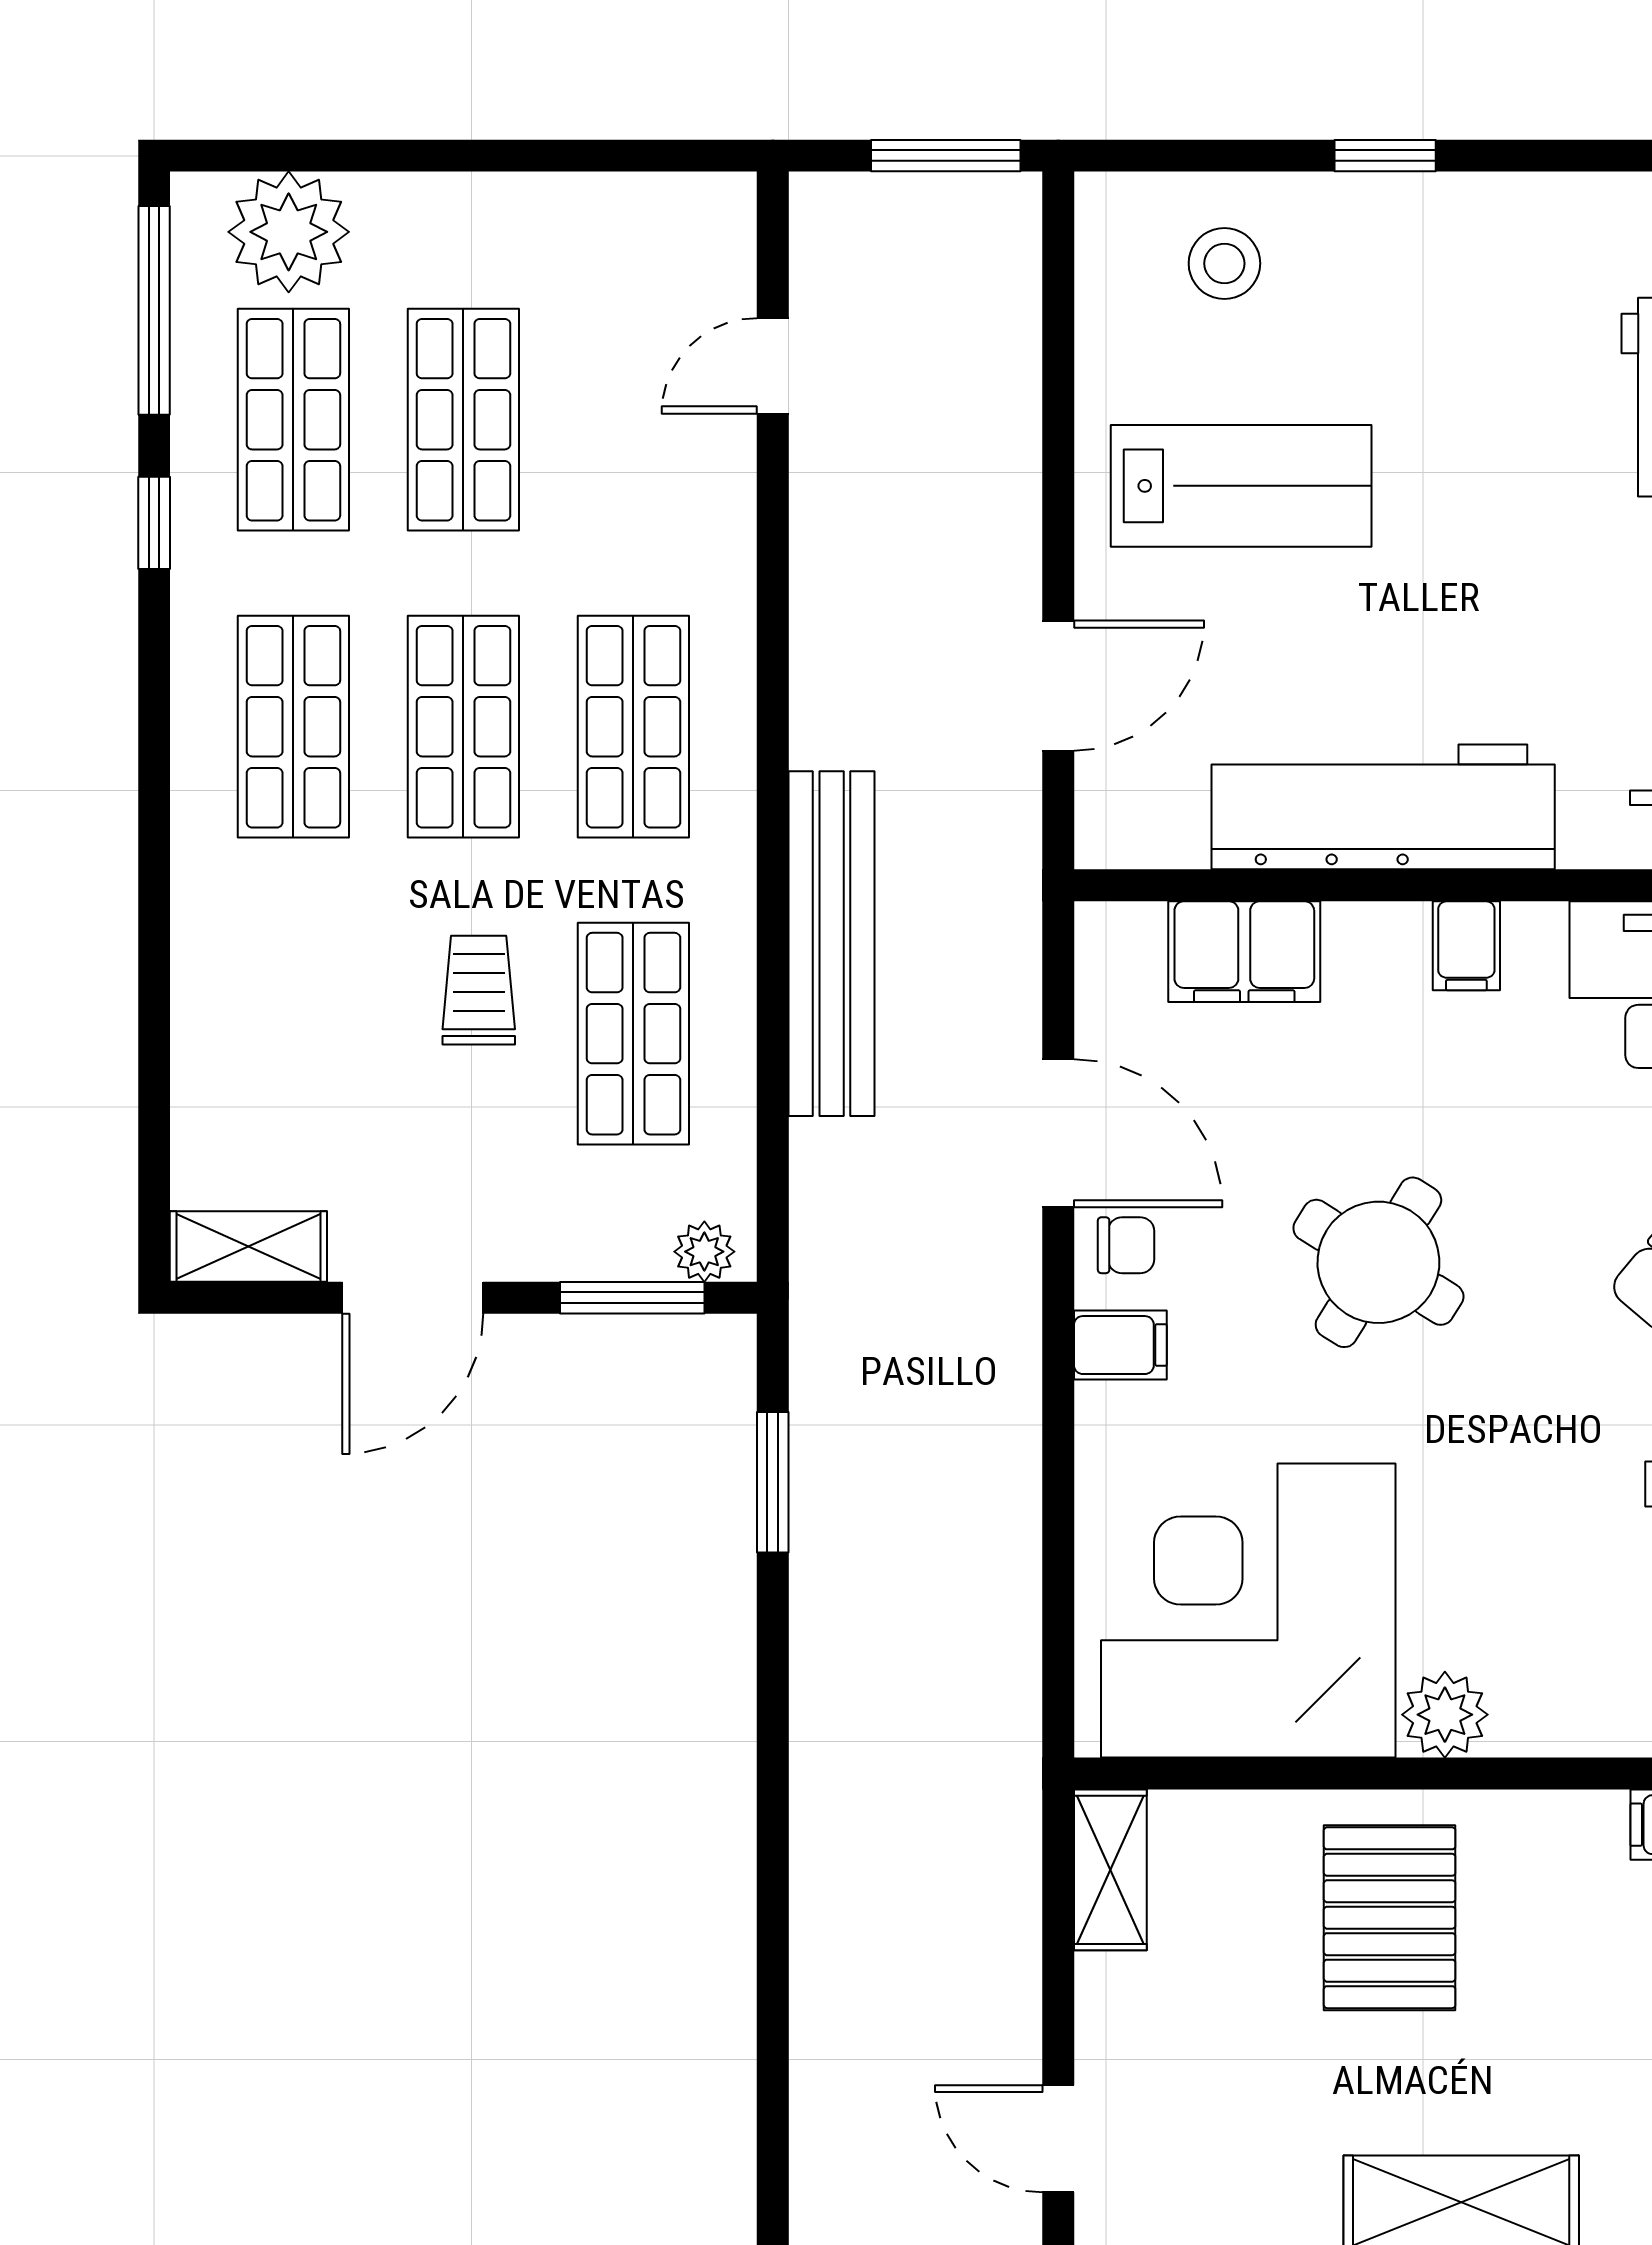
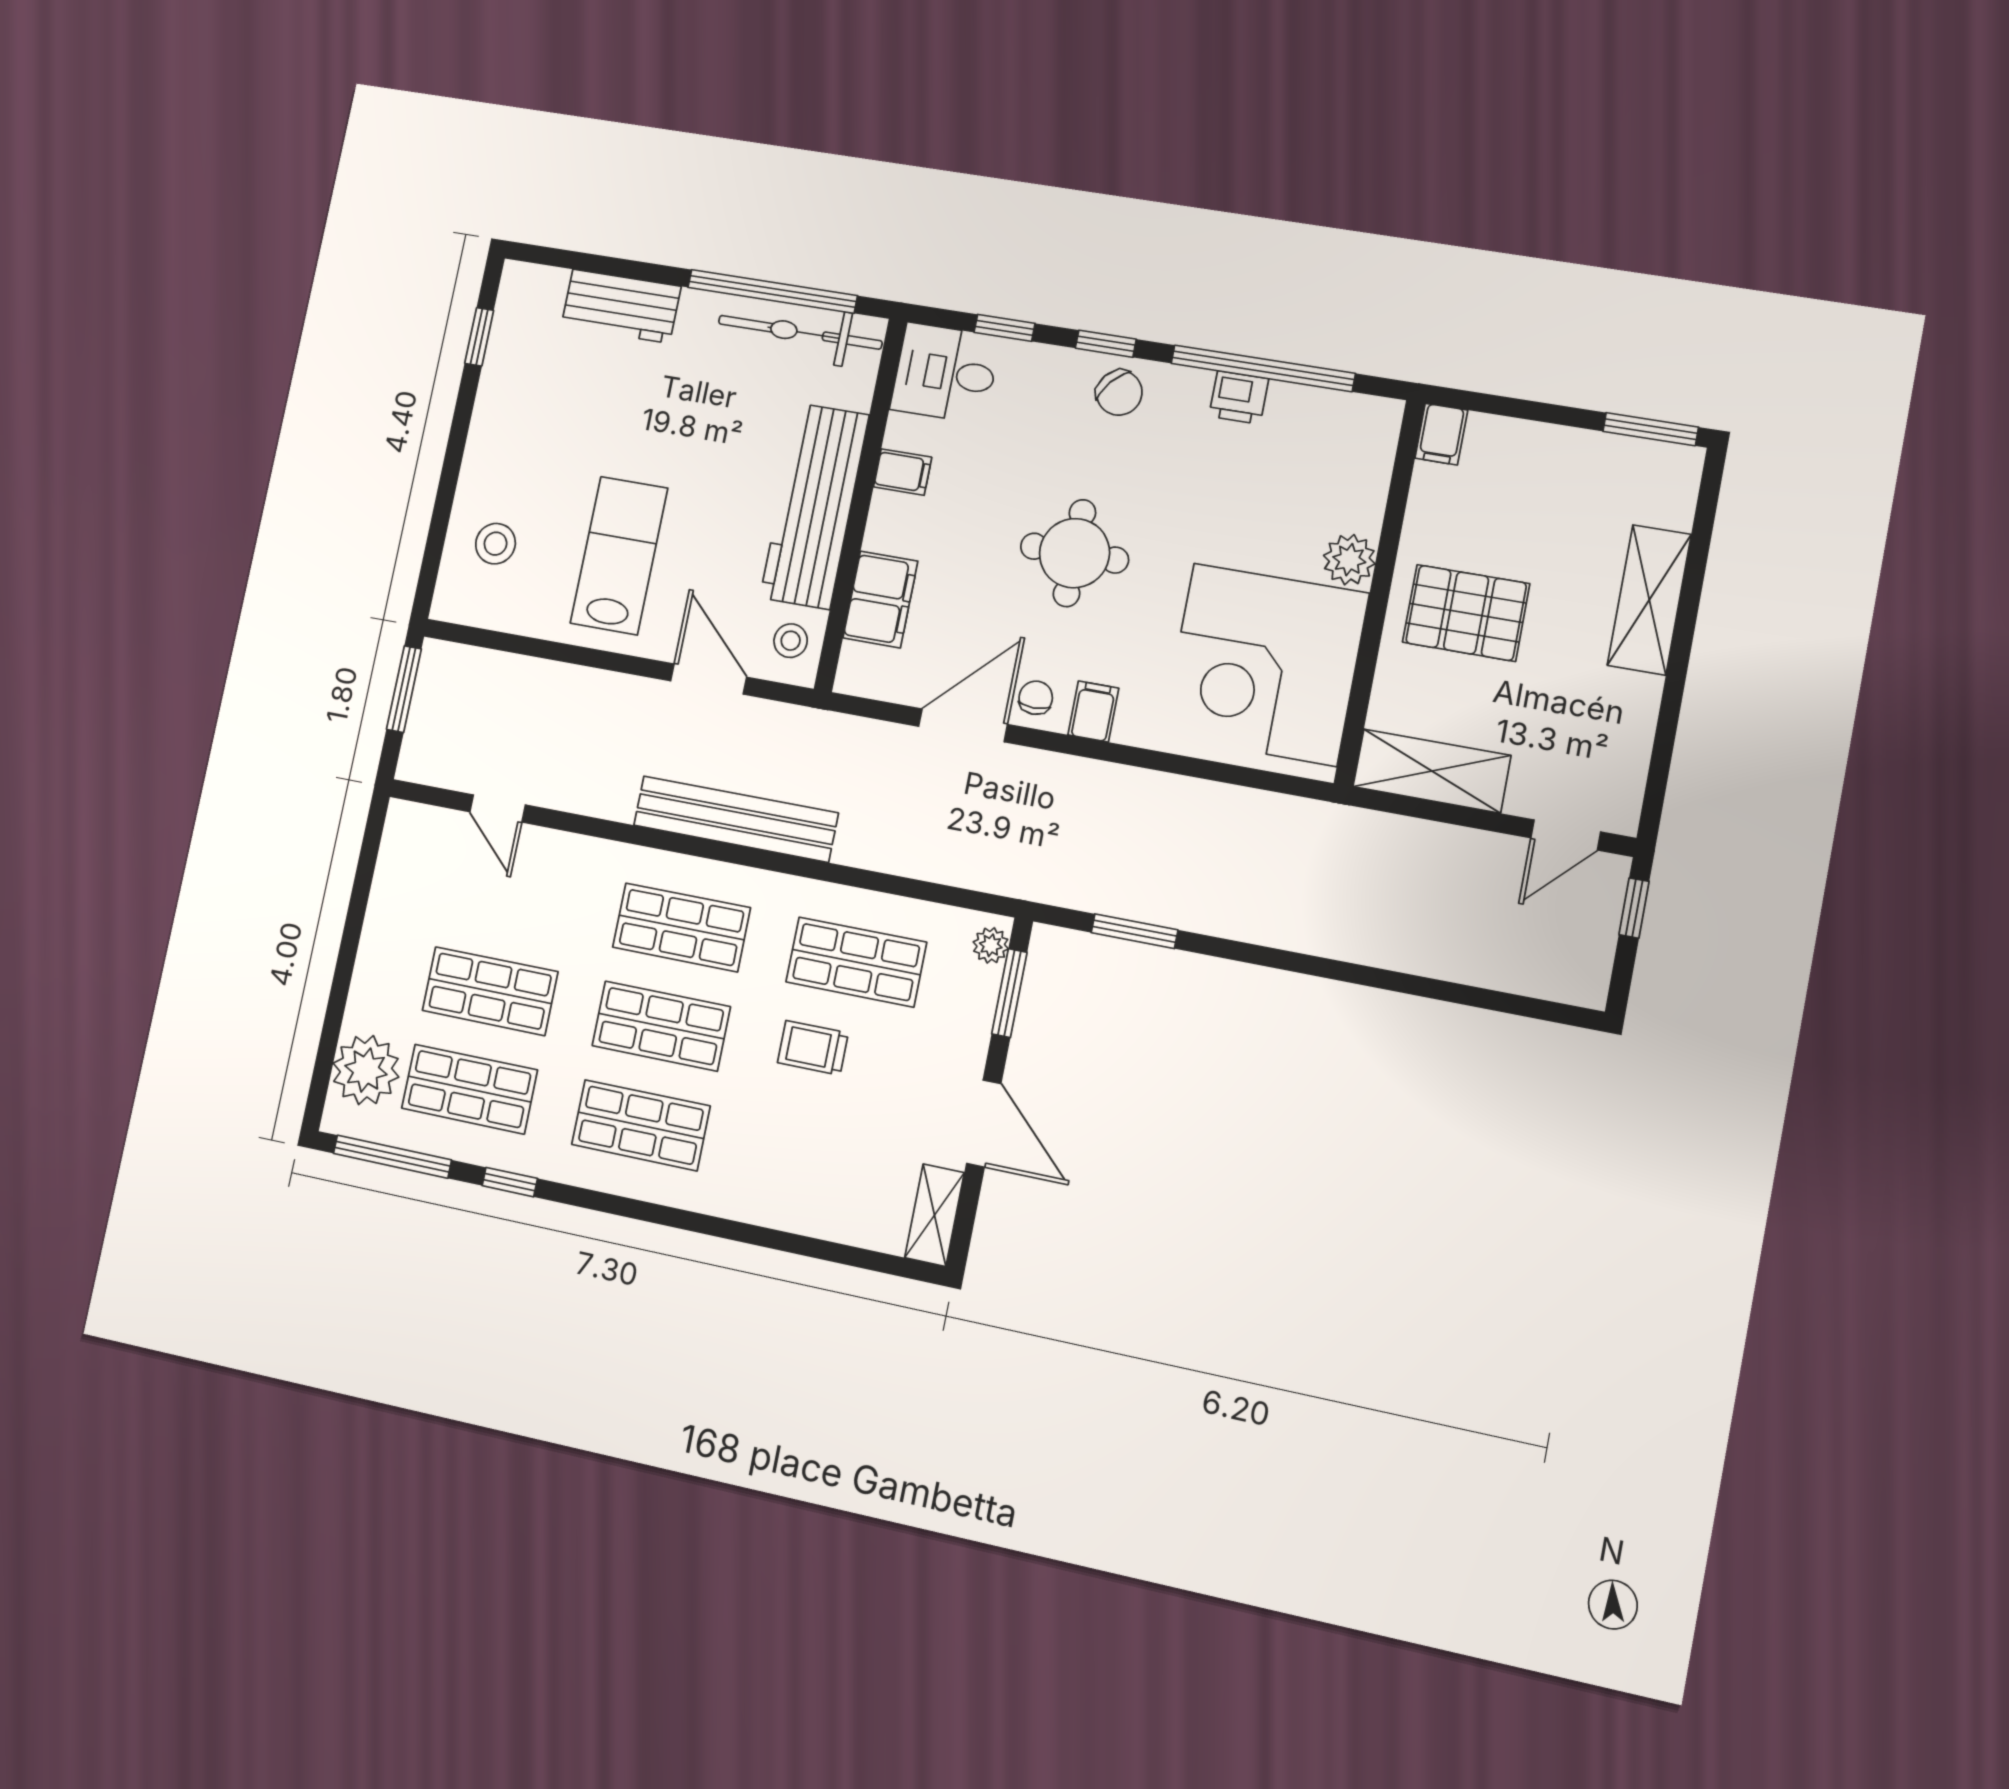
window: (1385, 156) -> (479, 337), moved
stool: (1148, 813) -> (791, 641), added
bench: (832, 944) -> (736, 819), moved
round table: (1378, 1262) -> (1074, 553), turned -32
shelving: (1110, 1870) -> (1432, 771), width x1.50, depth x1.33

